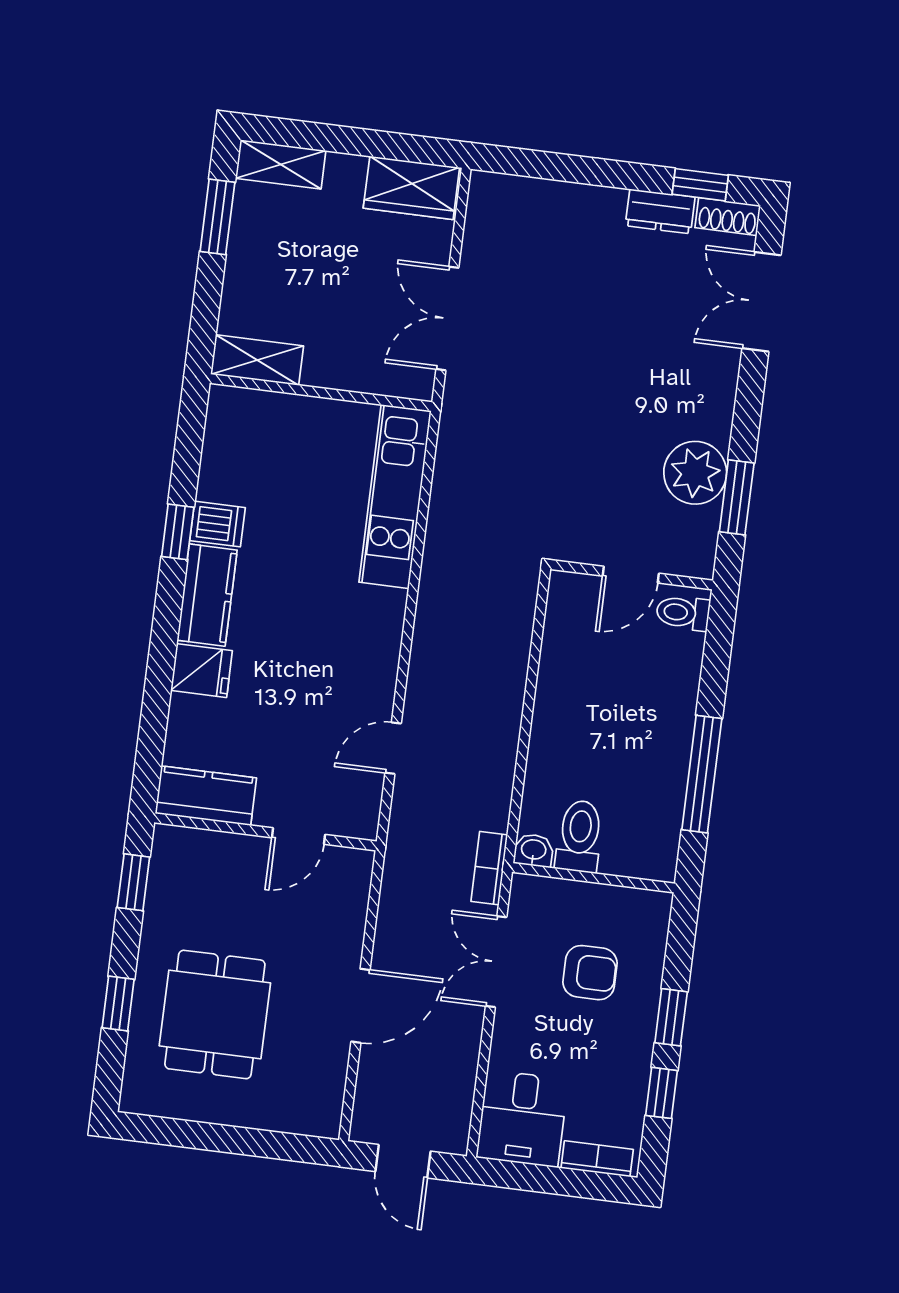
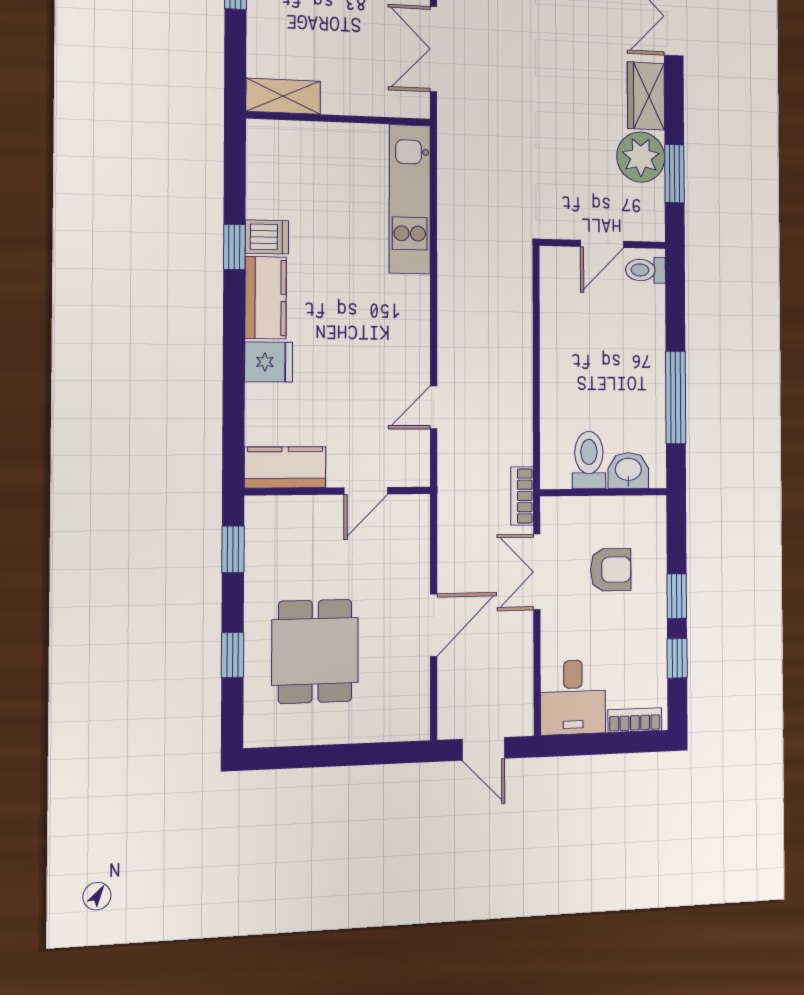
wardrobe: (712, 398) -> (646, 96), added
washbasin: (534, 850) -> (628, 470), moved, width x1.38, depth x1.45

